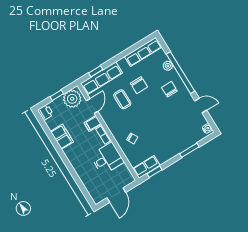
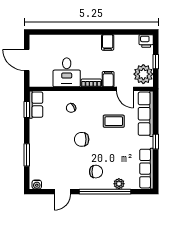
window: (96, 71) -> (156, 142), moved
chair: (139, 85) -> (82, 139), moved
filing cabinet: (62, 137) -> (108, 42), width x0.50

